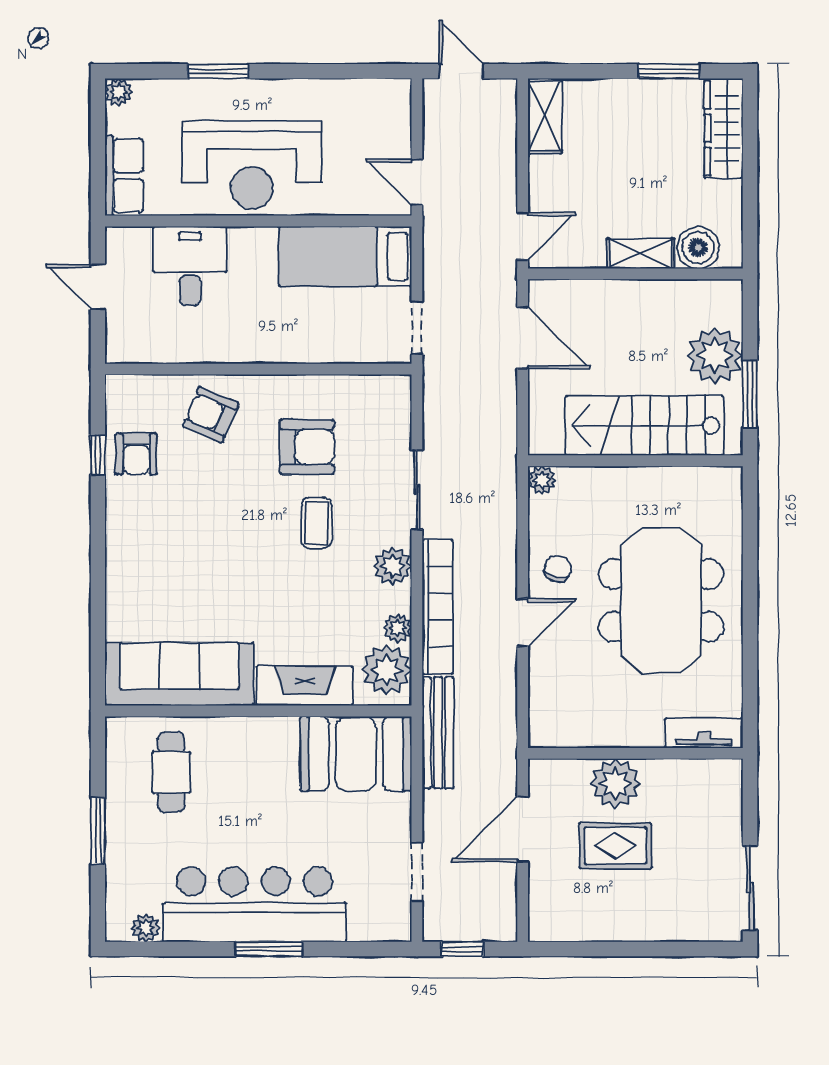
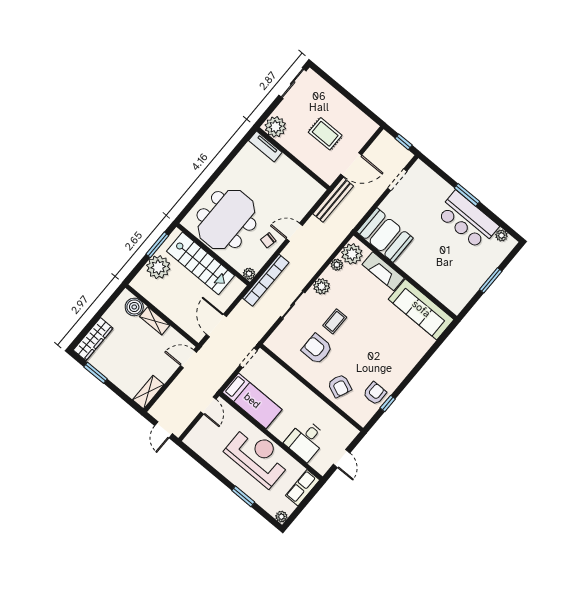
meeting table: (661, 600) -> (226, 220), moved
bookcase: (437, 607) -> (266, 280), moved, turned 180
bench: (438, 733) -> (333, 200), moved
cafe table: (171, 772) -> (450, 280), removed
plant: (615, 784) -> (275, 127), moved
bar counter: (254, 905) -> (467, 220), width x0.73

